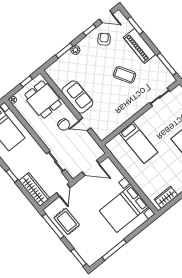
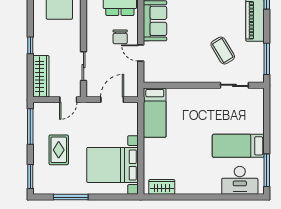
coffee table: (125, 75) -> (223, 50), moved
bed: (138, 143) -> (155, 113), moved
door: (91, 168) -> (112, 100), swing flipped
rug: (67, 221) -> (59, 150), moved

